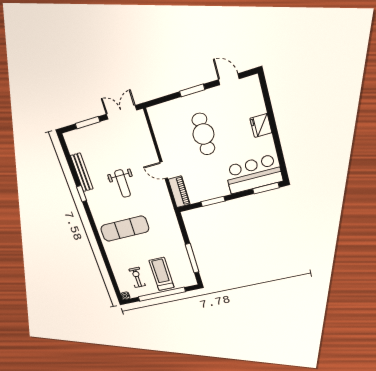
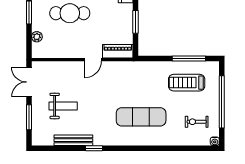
plant: (169, 107) -> (37, 37), added
weight bench: (123, 184) -> (63, 106), moved
exercise mat: (125, 229) -> (141, 117), turned 90
treadmill: (162, 274) -> (187, 83), moved

